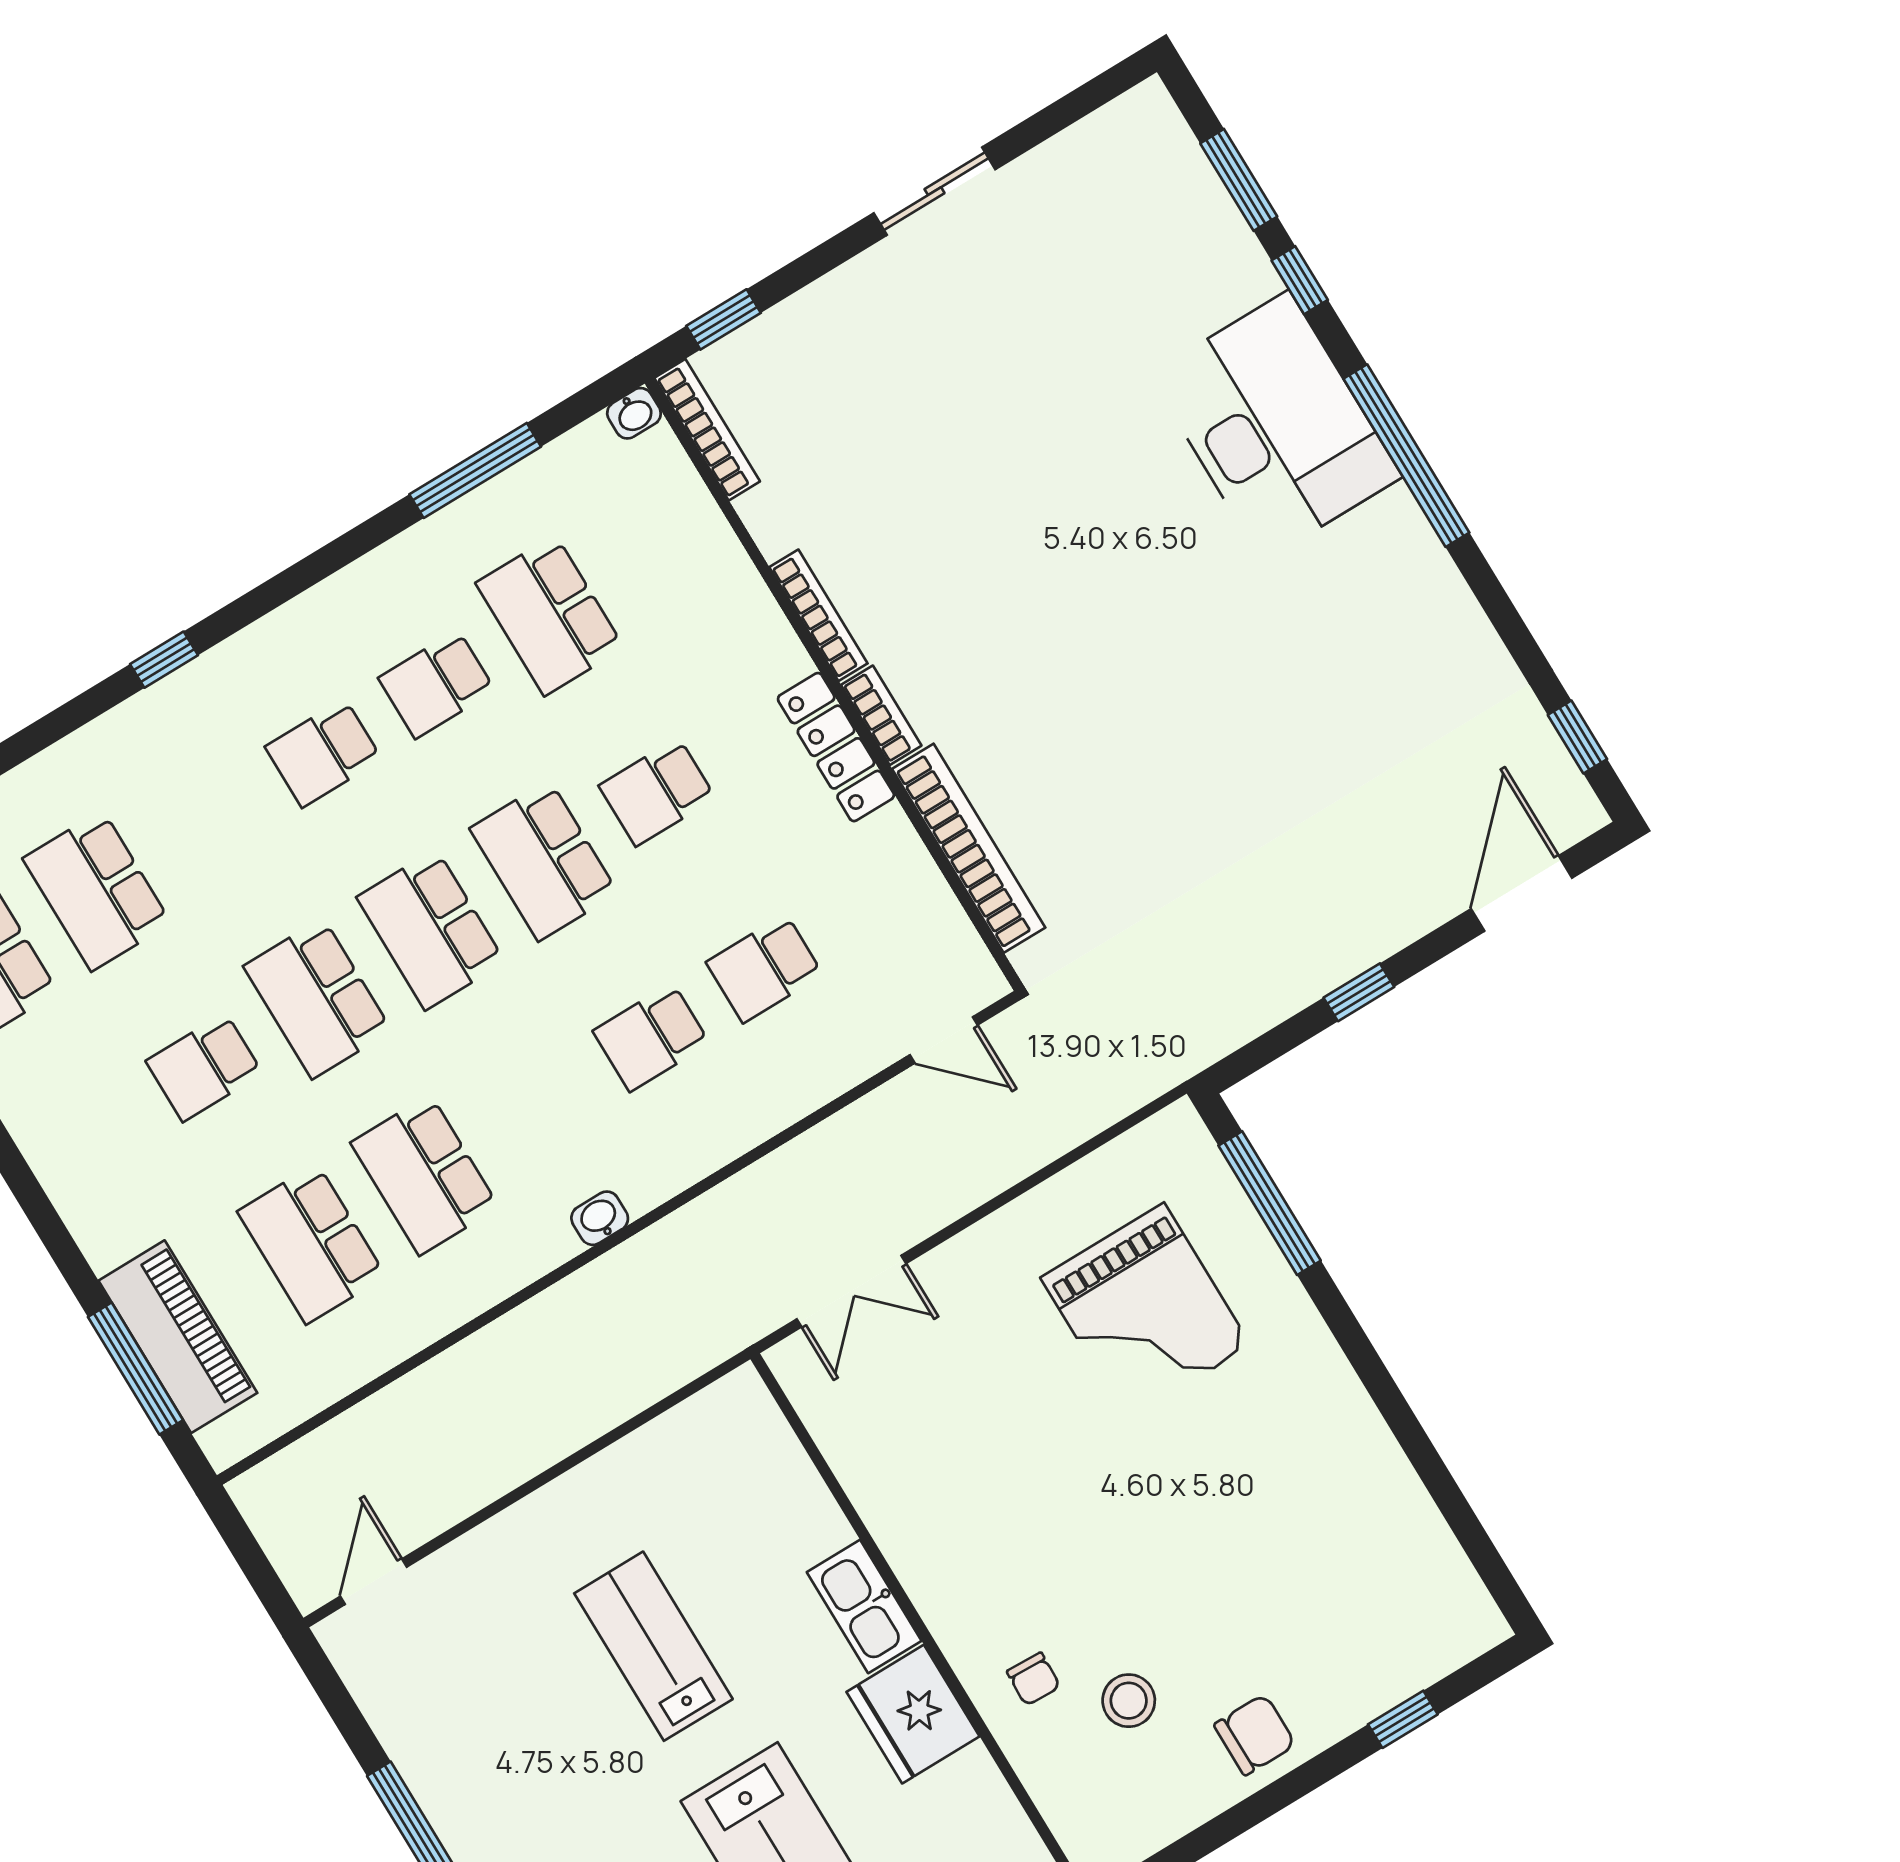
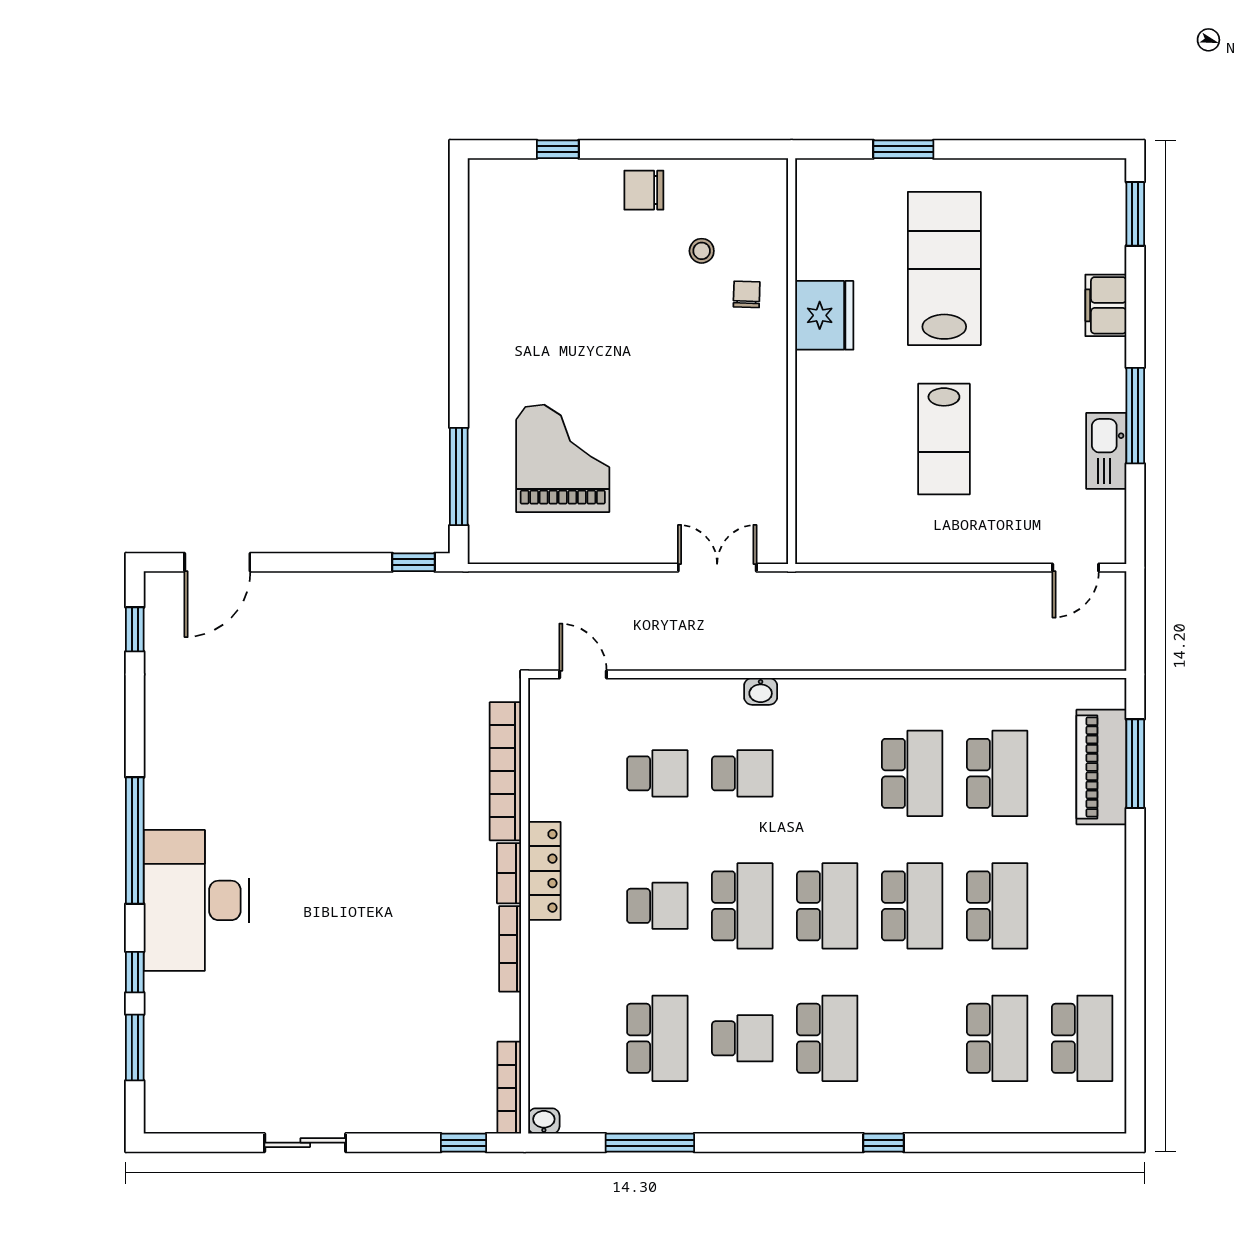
school desk: (323, 753) -> (827, 1038), width x1.85
window: (1359, 992) -> (413, 562), moved
school desk: (204, 1067) -> (997, 906), width x1.85
washbasin: (600, 1218) -> (761, 691), moved
kitchen sink: (864, 1606) -> (1106, 451), moved, turned 180
stool: (1129, 1701) -> (702, 251), width x0.73, depth x0.73

